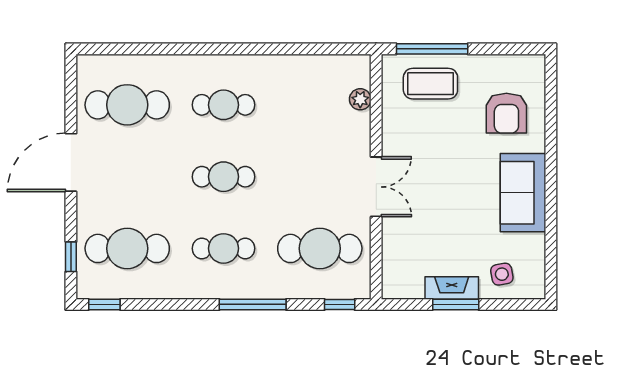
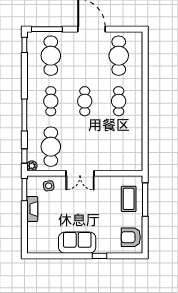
plant: (360, 99) -> (32, 166), moved
armchair: (506, 113) -> (131, 237), moved
window: (551, 145) -> (99, 256), added
window: (71, 257) -> (47, 29), width x2.17
side table: (502, 274) -> (49, 186), moved
window: (456, 304) -> (24, 190), moved

